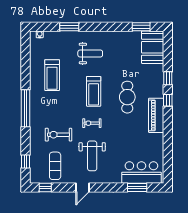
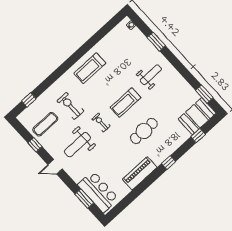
weight bench: (90, 54) -> (151, 75), turned -90
treadmill: (52, 75) -> (90, 68), moved
window: (168, 78) -> (198, 136), moved
window: (26, 108) -> (68, 64), removed
piano: (156, 115) -> (140, 173), moved
window: (45, 188) -> (35, 145), moved
door: (83, 188) -> (55, 167), moved

